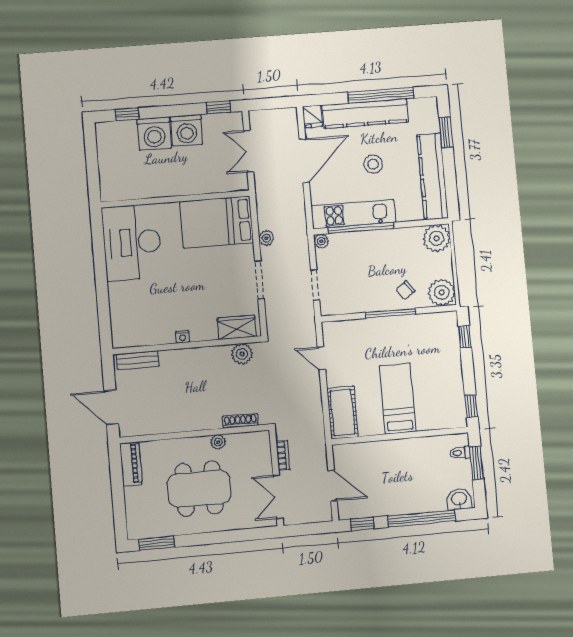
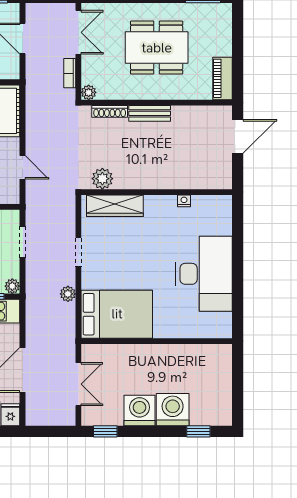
desk: (132, 242) -> (204, 274), moved
doorway: (260, 280) -> (78, 252), width x0.73
wardrobe: (237, 327) -> (115, 206), width x1.50
nightstand: (183, 337) -> (184, 201), moved
bench: (138, 360) -> (150, 113), moved
door: (111, 407) -> (238, 136), hinge flipped
plant: (218, 442) -> (89, 92), moved

